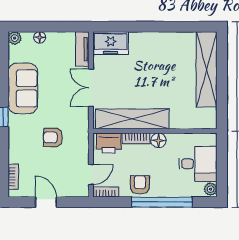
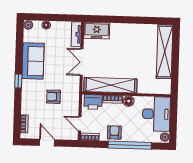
desk: (198, 164) -> (156, 114), width x1.37
door: (91, 174) -> (80, 124), swing flipped

